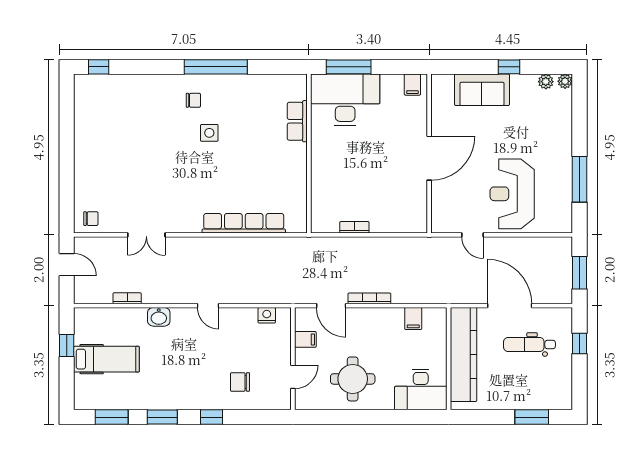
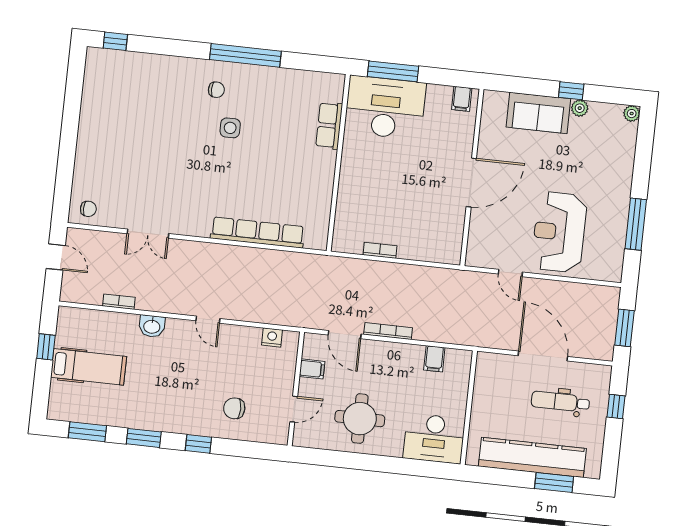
plant: (546, 82) -> (580, 108), moved
kitchen counter: (464, 355) -> (532, 457), moved, turned -90

